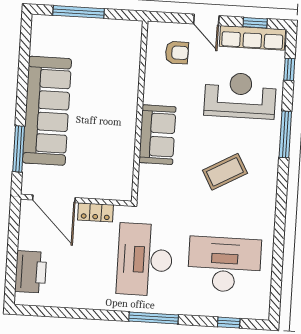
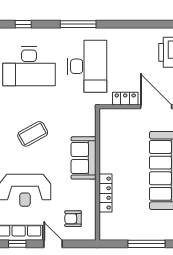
locker: (130, 85) -> (105, 193), added

